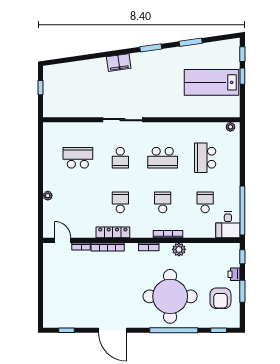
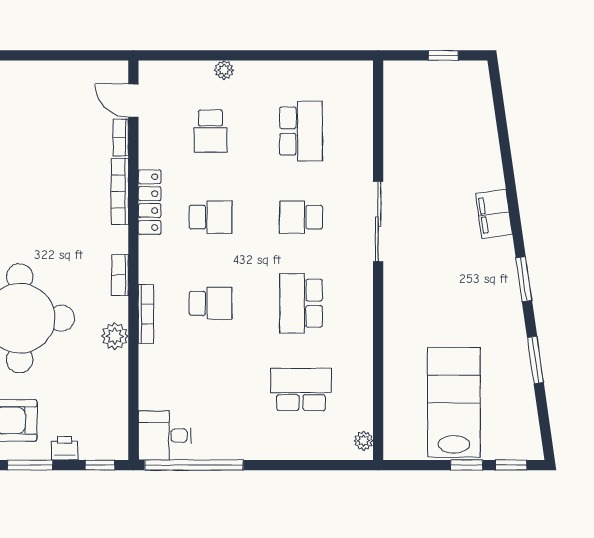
school desk: (205, 202) -> (210, 131), moved, turned 90
door: (63, 240) -> (133, 101), swing flipped

